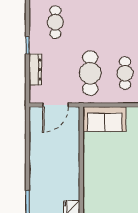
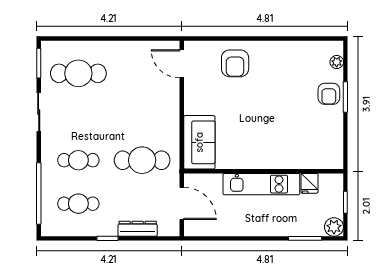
cafe table: (125, 73) -> (78, 160), moved
kitchen unit: (71, 169) -> (261, 184), added

